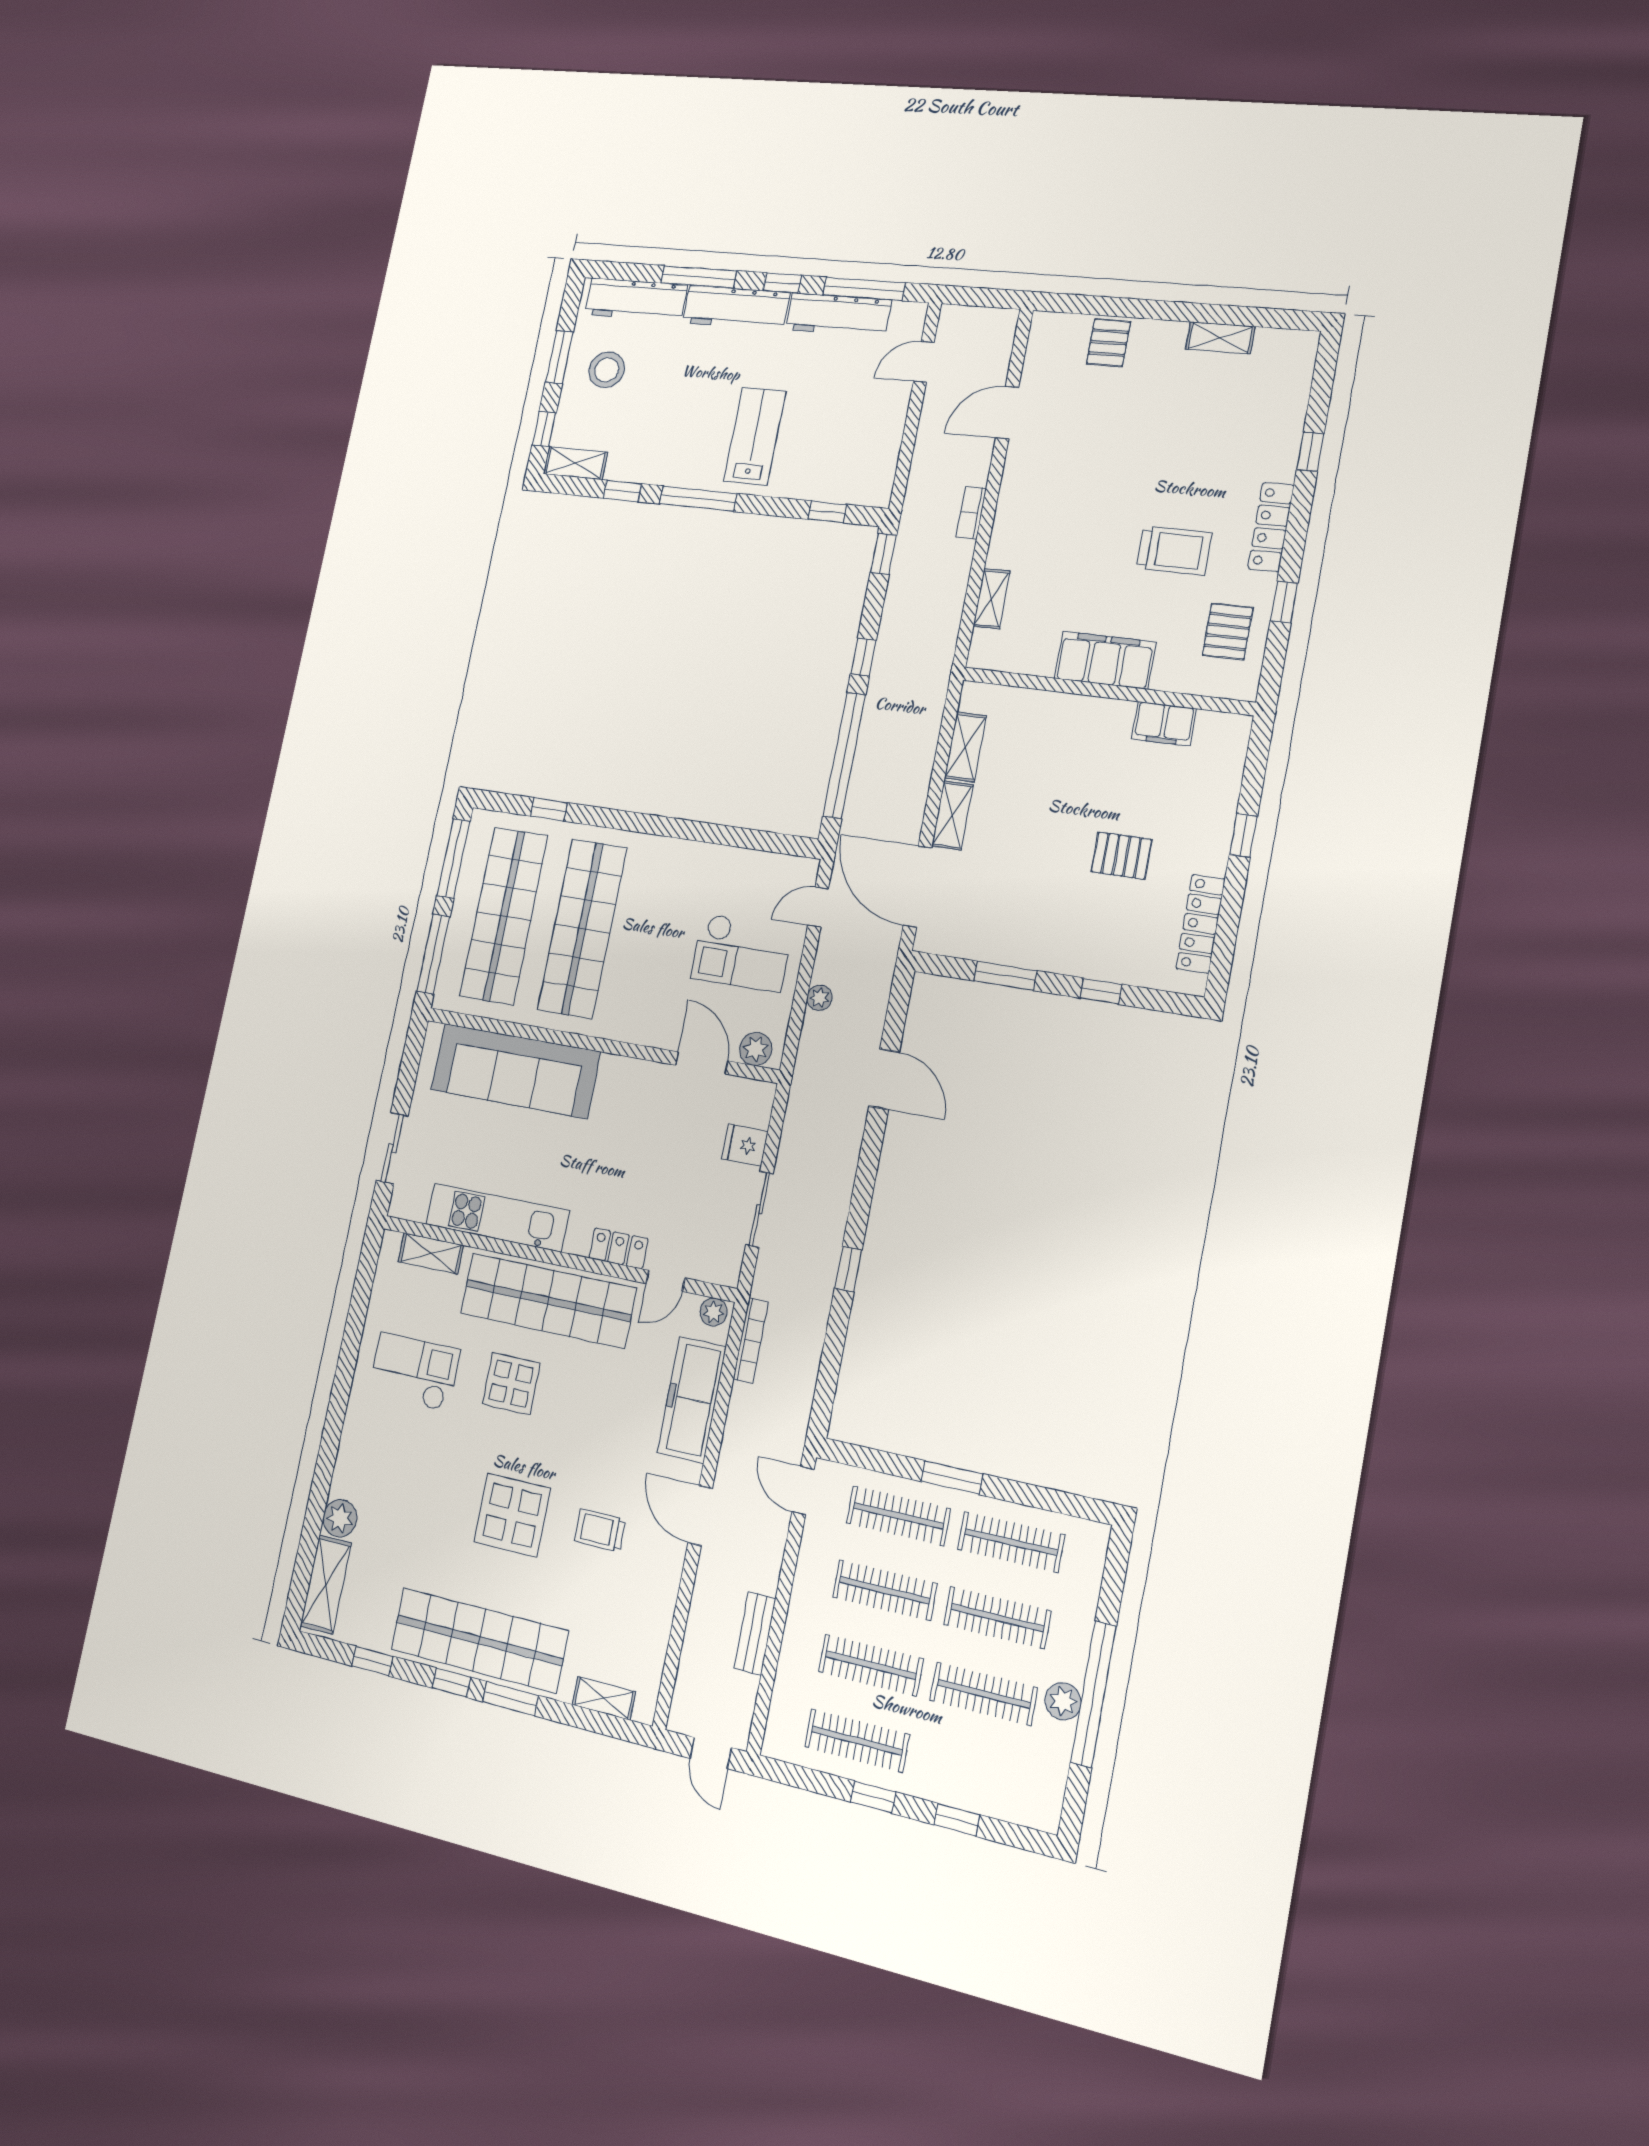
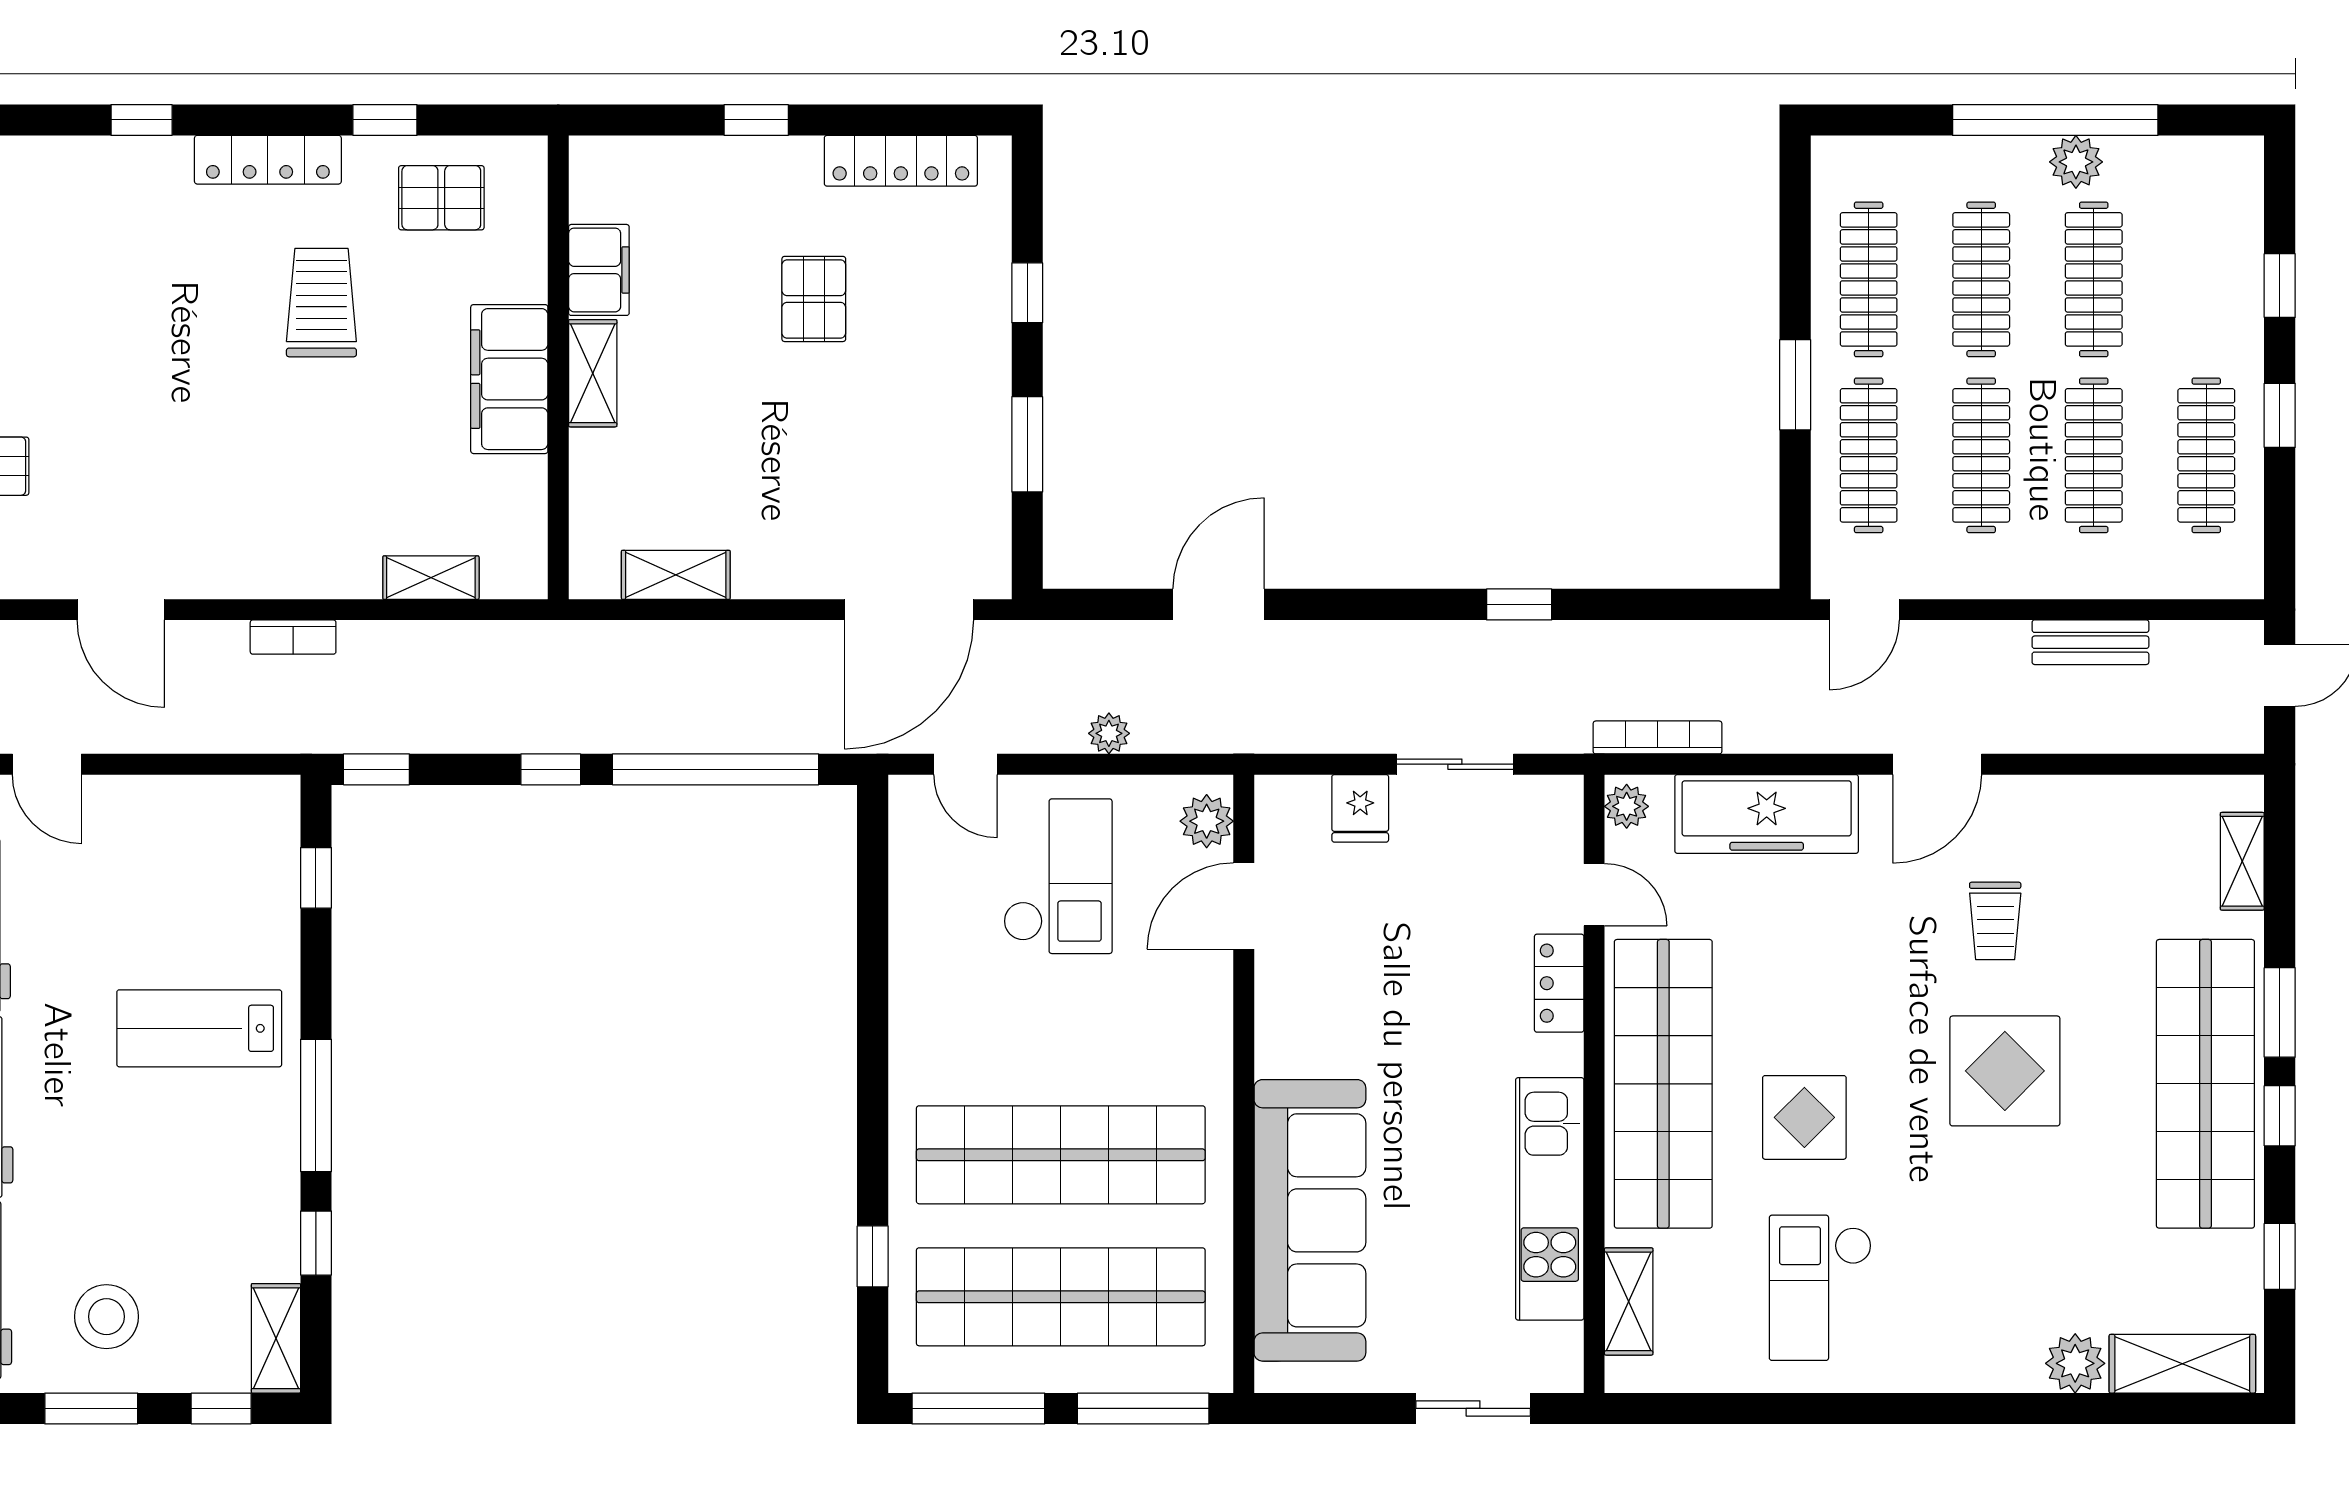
shelving: (952, 815) -> (593, 373), moved, turned 90

